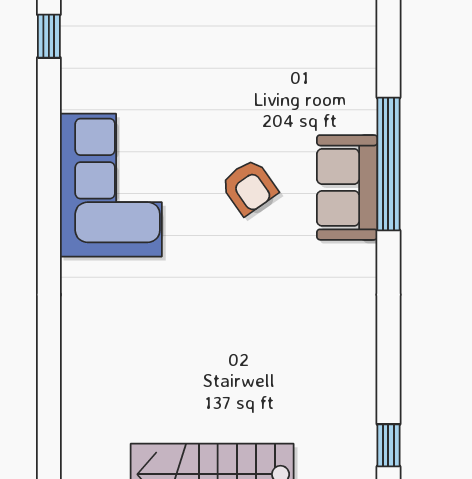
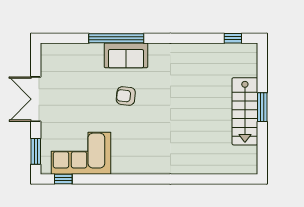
corner sofa: (111, 185) -> (81, 153), moved
armchair: (249, 187) -> (126, 96), turned -139

